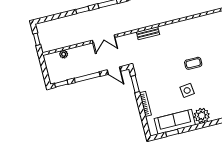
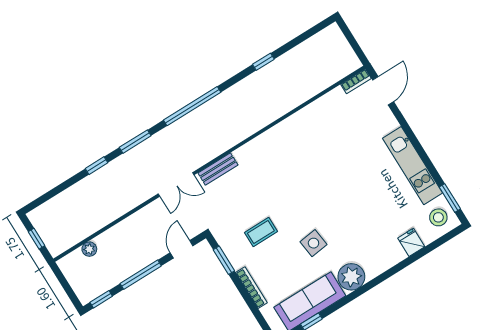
double door: (104, 39) -> (176, 184), moved
coffee table: (193, 63) -> (261, 232), moved
door: (114, 71) -> (182, 249), swing flipped

